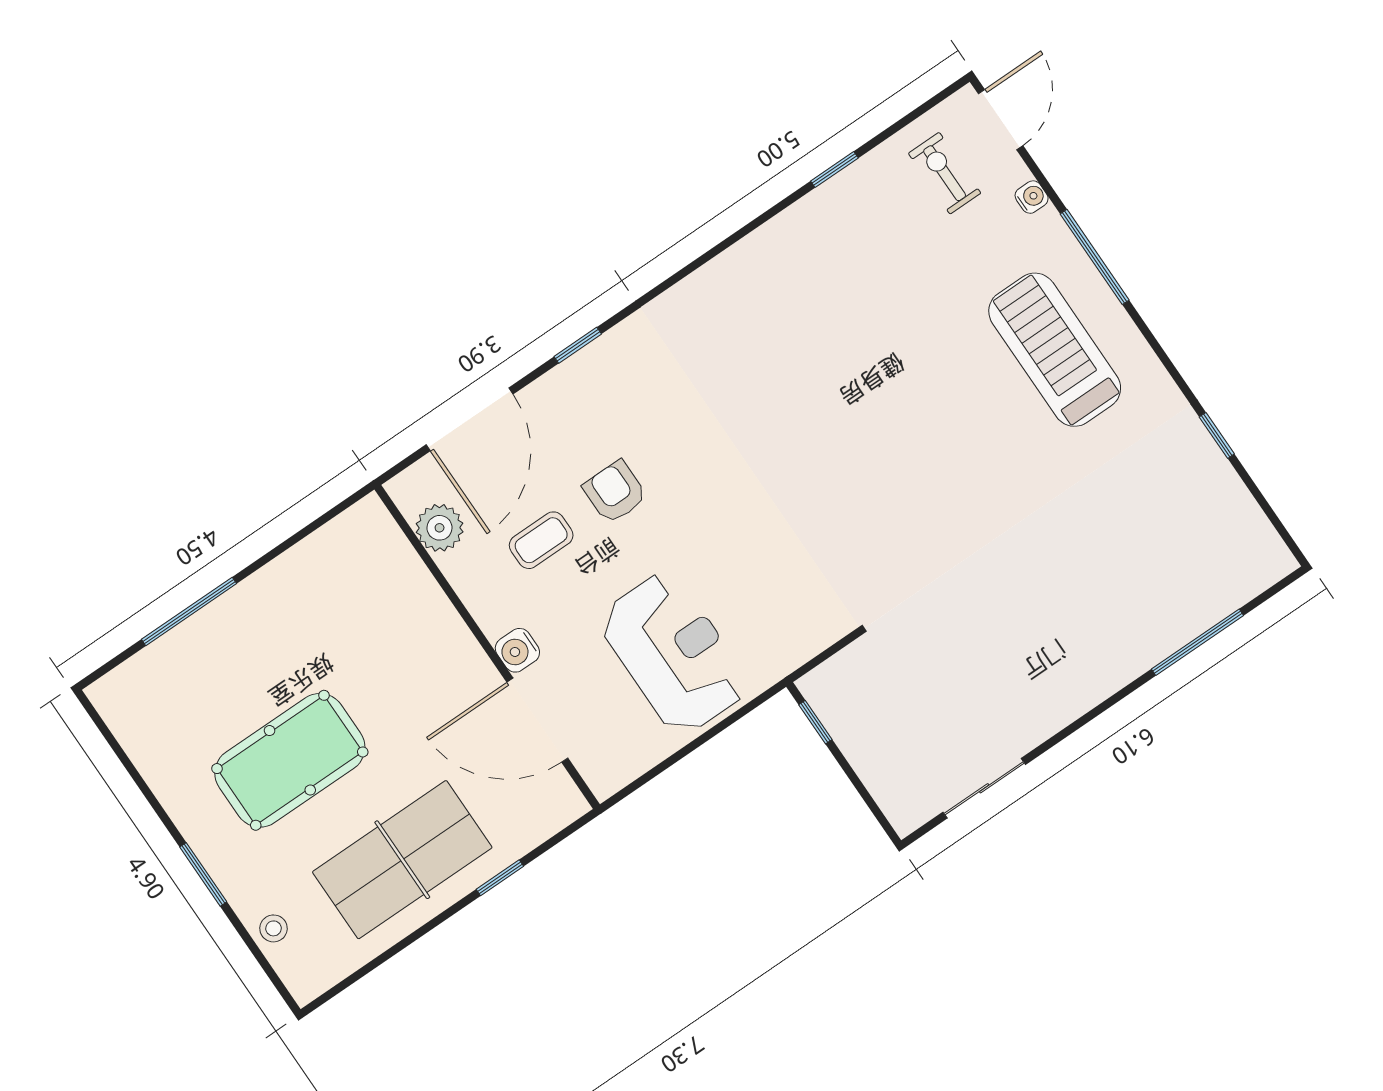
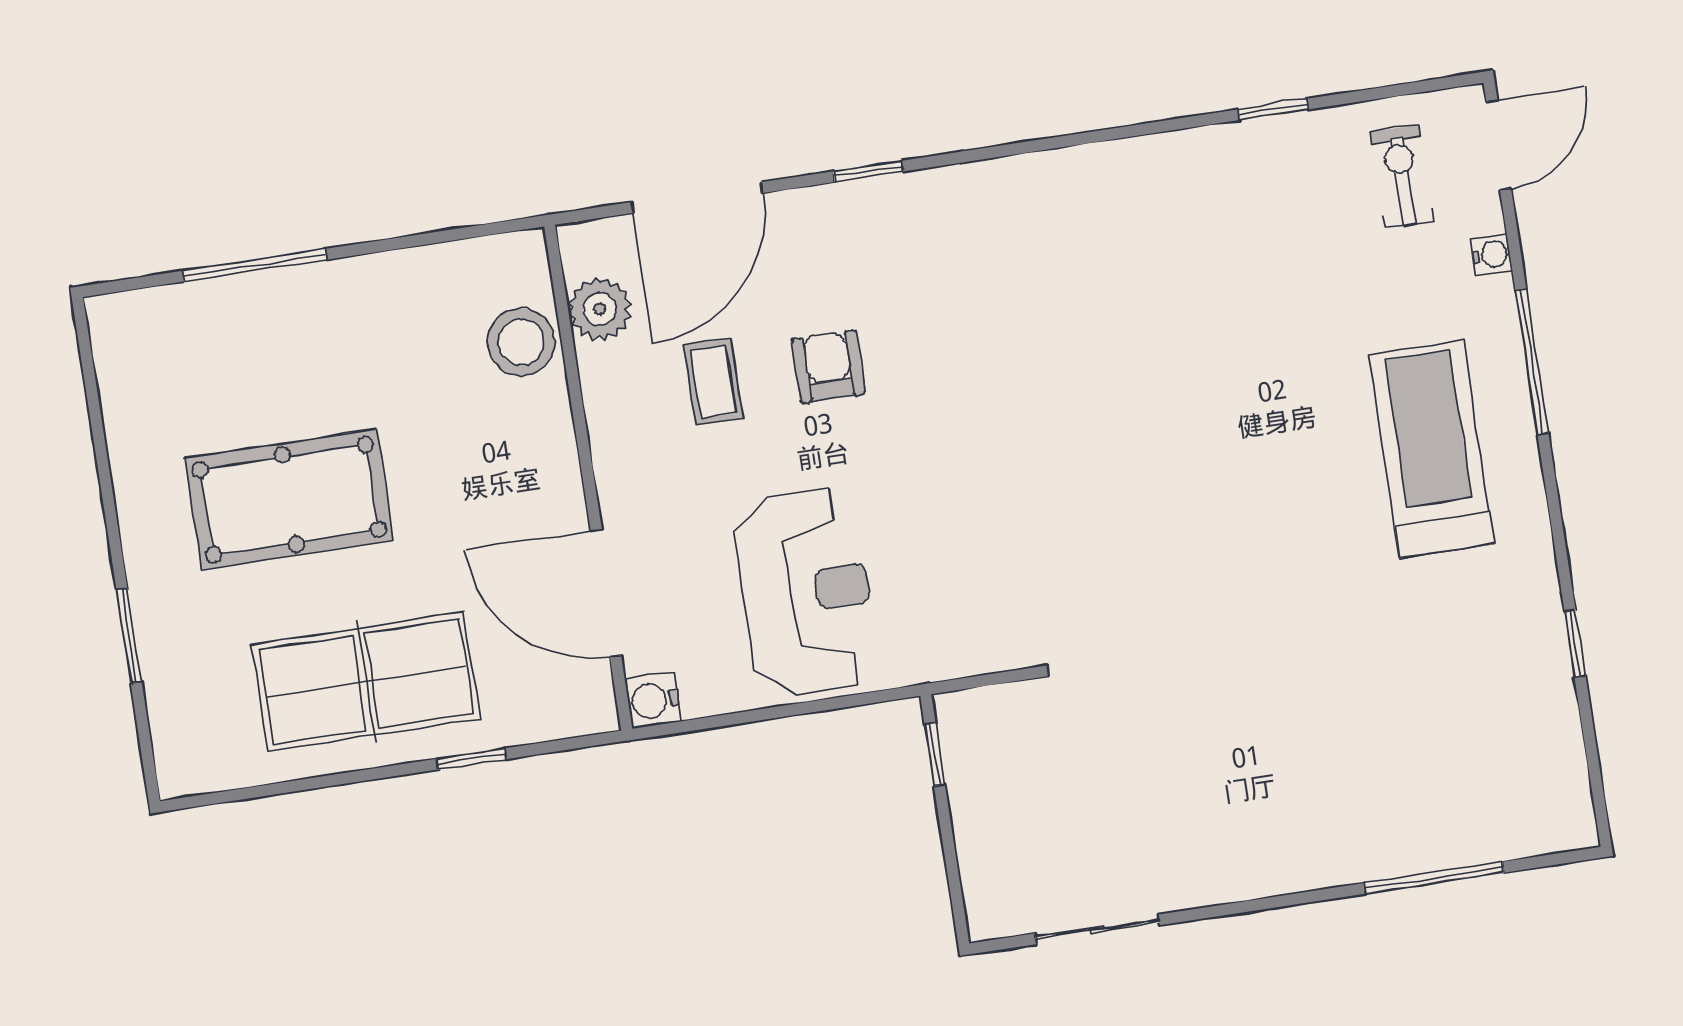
coffee table: (541, 540) -> (713, 382), turned 90
water cooler: (517, 650) -> (653, 700), moved
window: (203, 874) -> (129, 636), moved
stool: (274, 928) -> (521, 342), moved, width x1.89, depth x1.89

